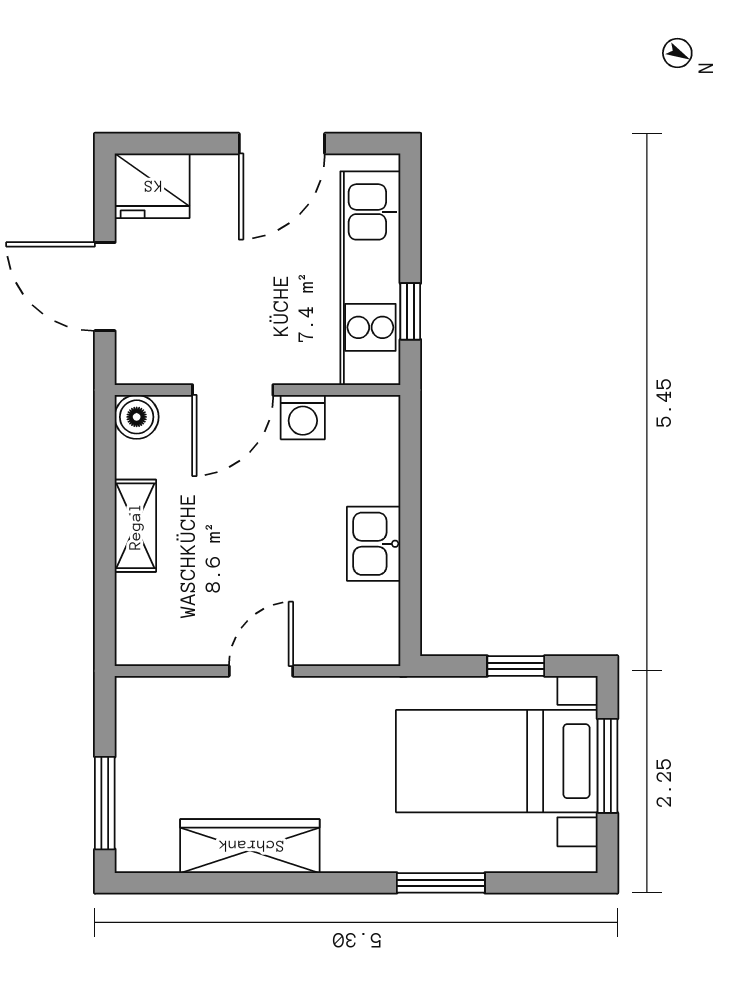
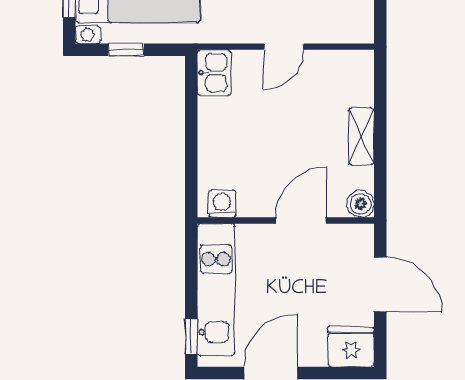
window: (410, 311) -> (191, 336), moved
washing machine: (303, 417) -> (222, 204), moved
kitchen sink: (374, 544) -> (214, 73), moved

